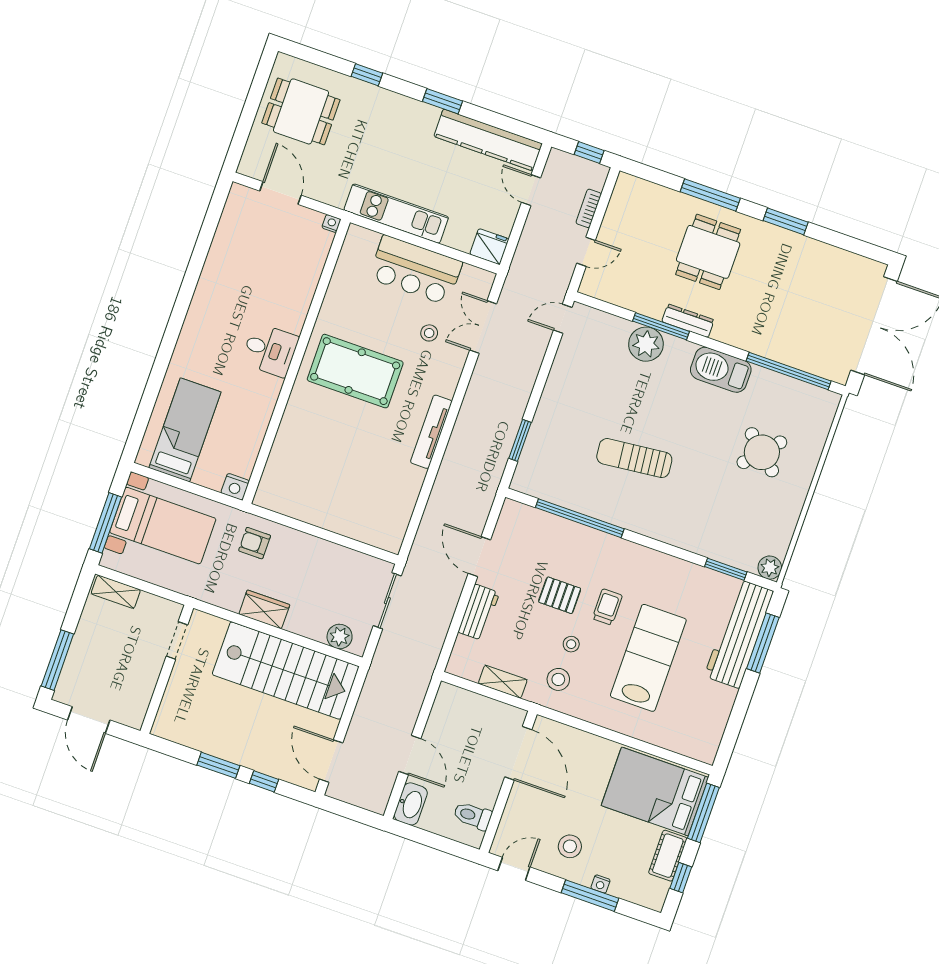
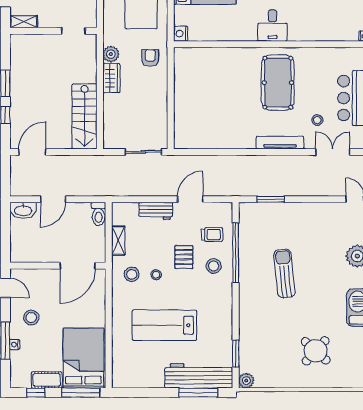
tv unit: (431, 432) -> (280, 143), moved
stool: (588, 557) -> (214, 266), added
trolley: (607, 607) -> (212, 235), moved
plant: (340, 637) -> (111, 54), moved
lab bench: (648, 658) -> (164, 325), turned 180
stairs: (286, 671) -> (85, 116), width x0.73, depth x0.66
shelving: (138, 708) -> (24, 22), added
toilet: (473, 816) -> (99, 214), moved, turned 180

